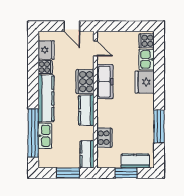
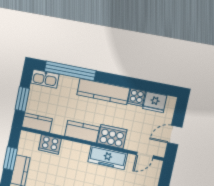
kitchen sink: (45, 136) -> (45, 79), moved

